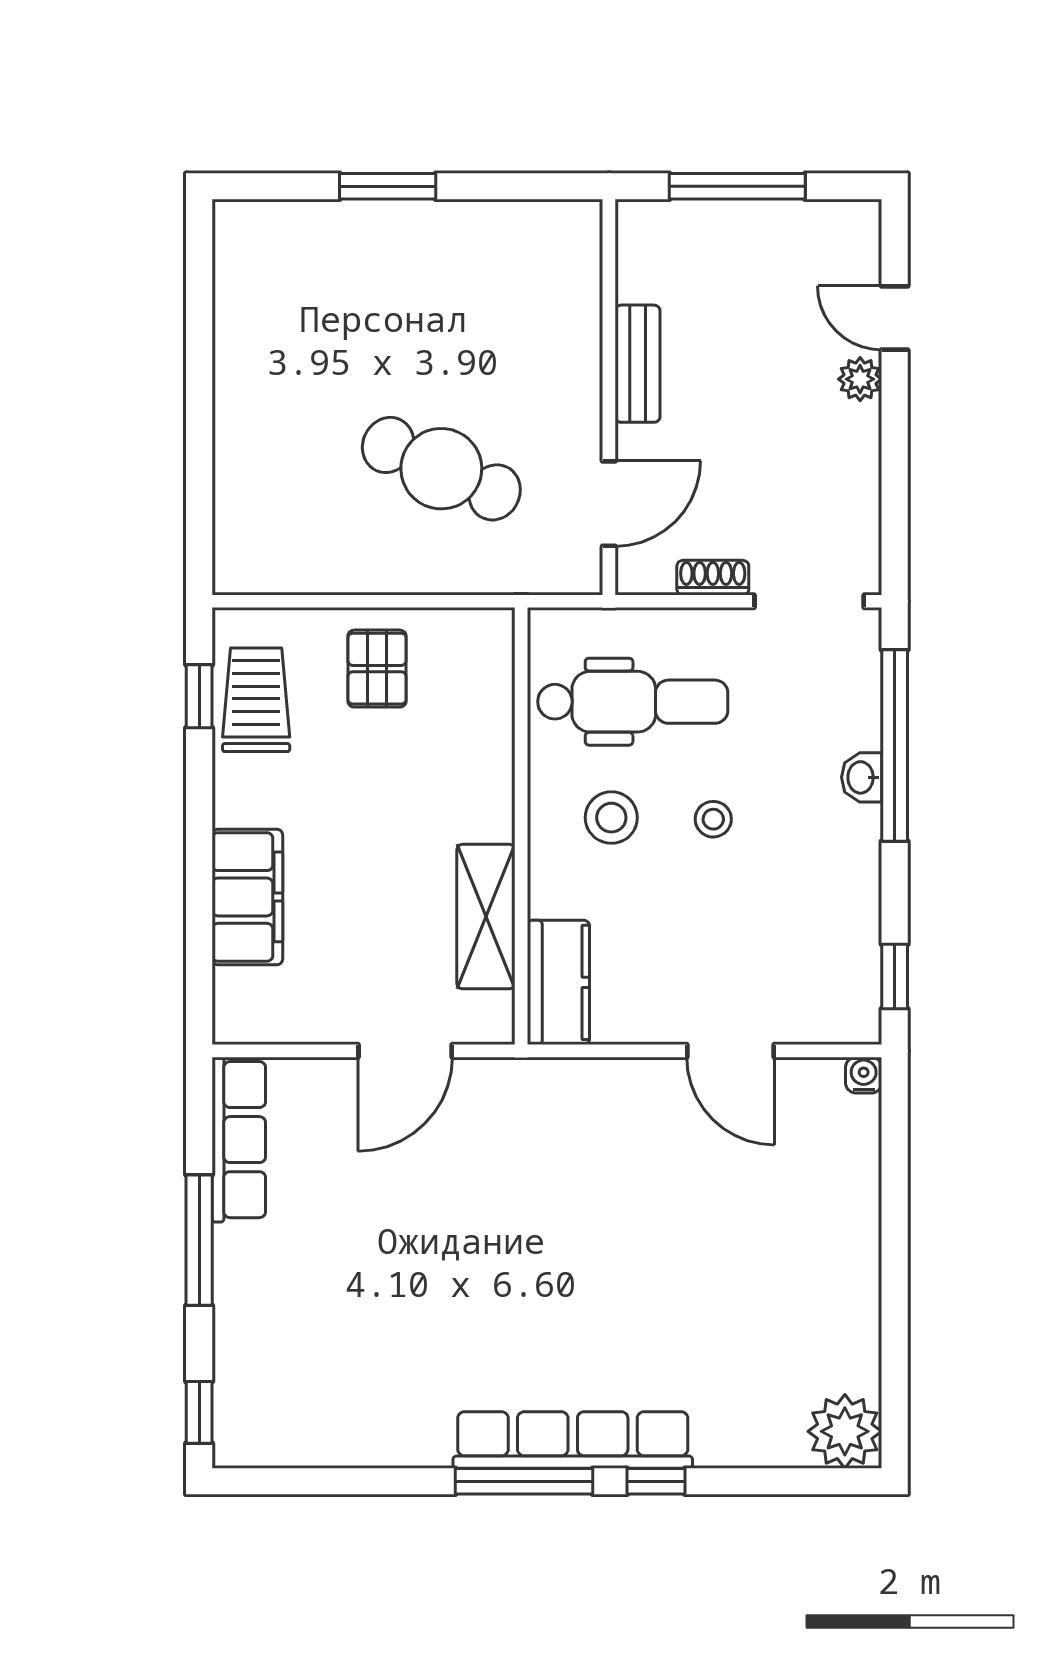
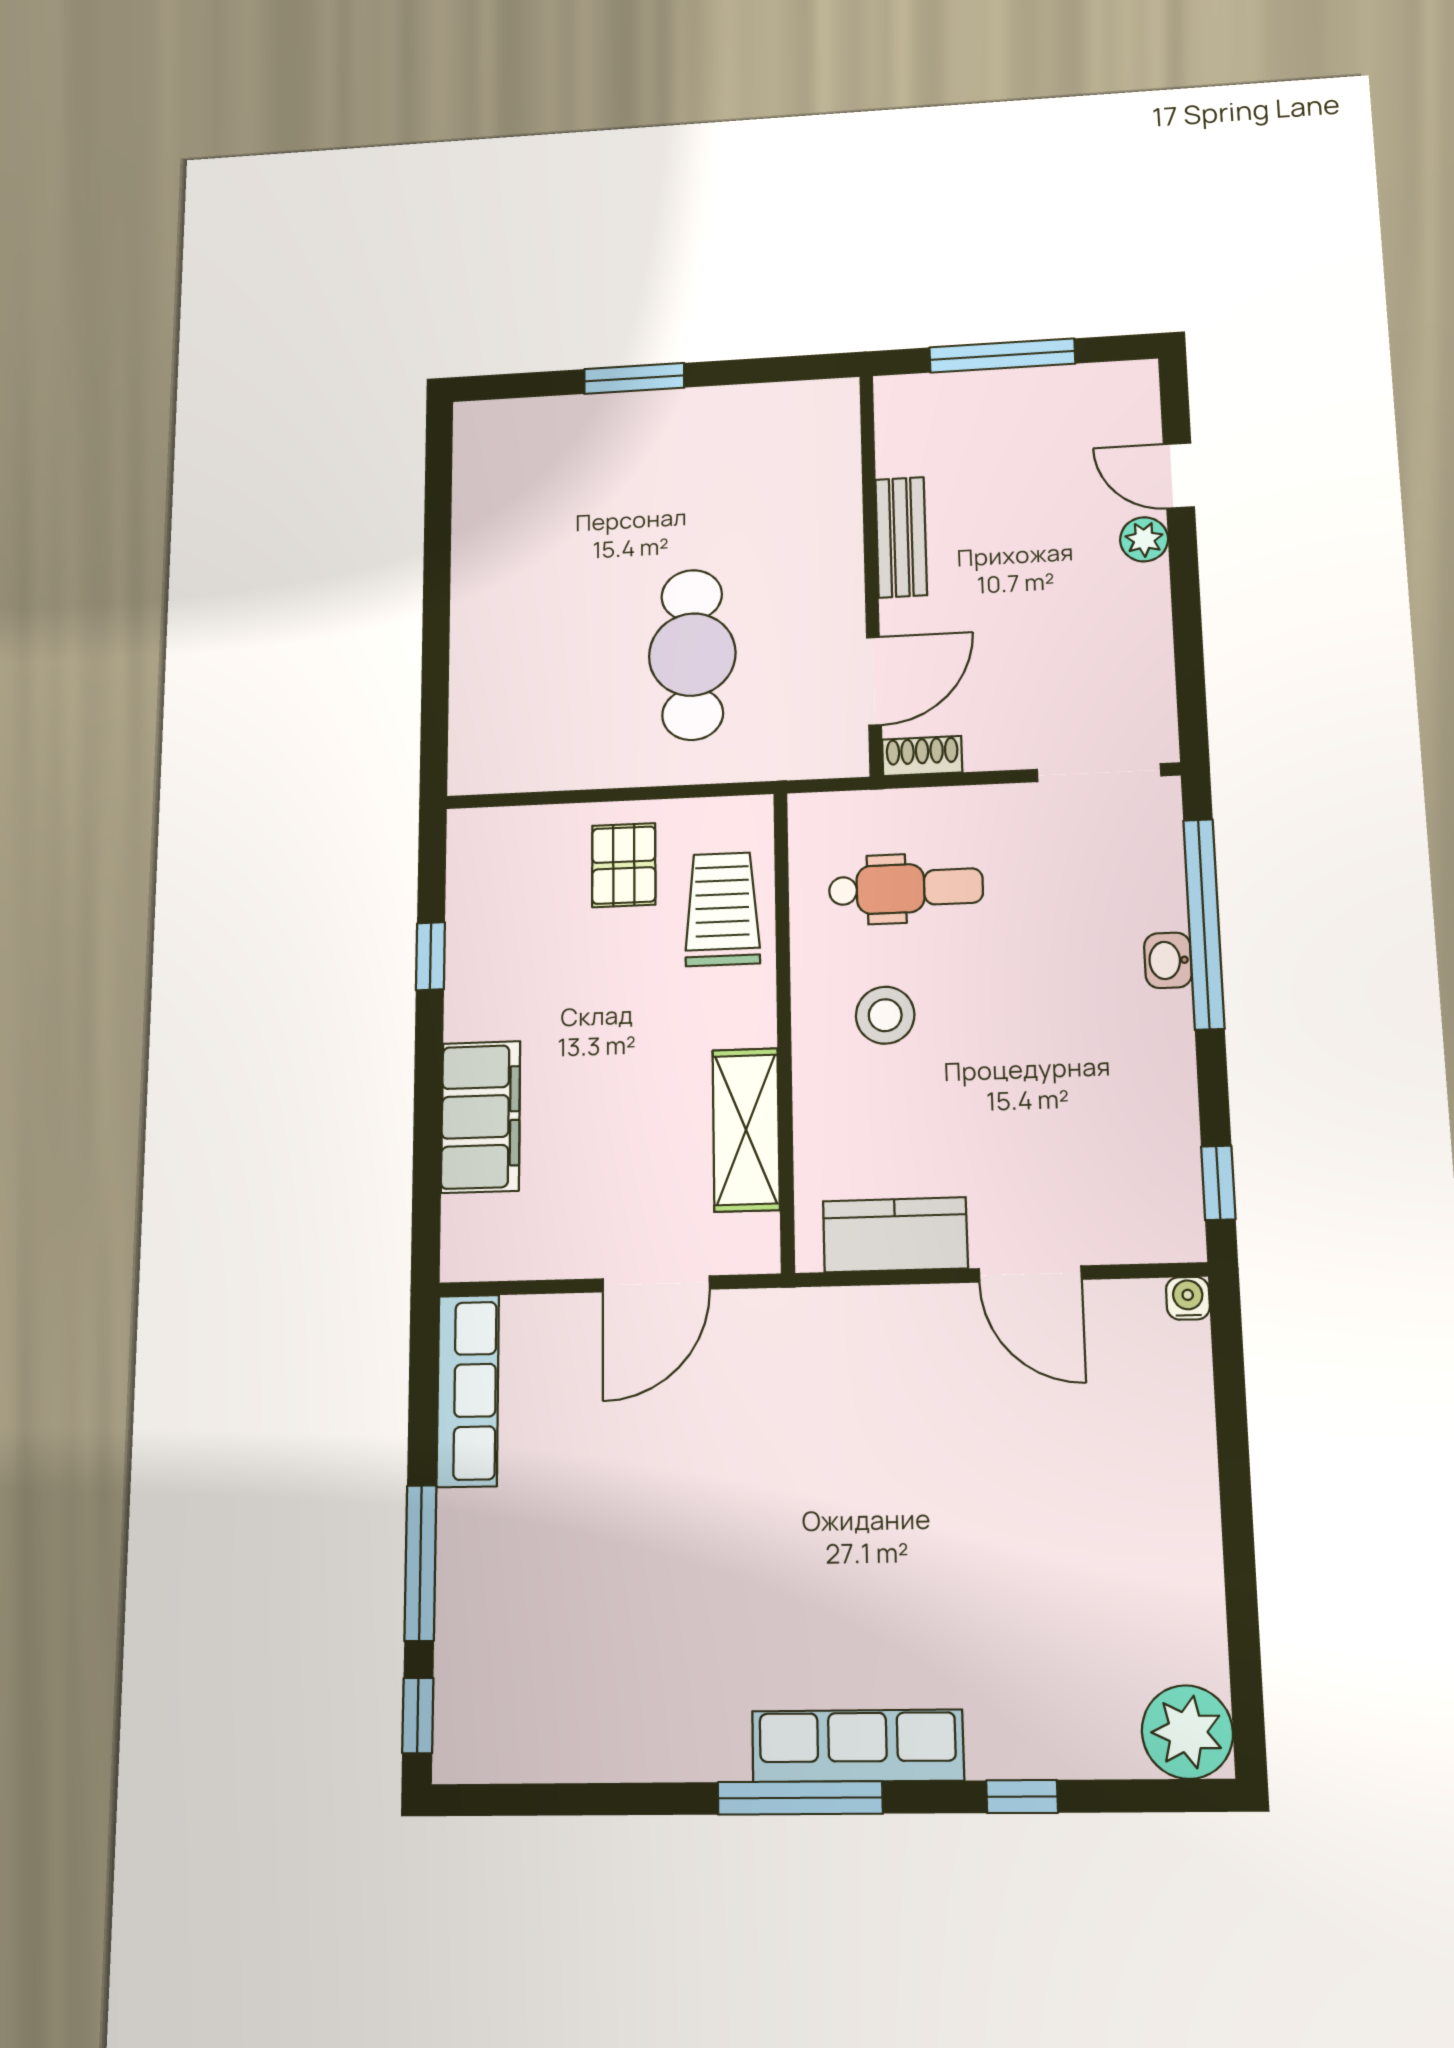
cafe table: (441, 469) -> (692, 655), turned 66
shoe rack: (713, 578) -> (922, 756), moved
window: (199, 696) -> (430, 956), moved
trolley: (256, 700) -> (722, 909), moved
dental chair: (633, 702) -> (906, 888), width x0.73, depth x0.72
stool: (713, 819) -> (1001, 1013), removed
kitchen counter: (558, 982) -> (895, 1235), moved, turned -90
window: (199, 1240) -> (420, 1563), moved
row of seats: (573, 1440) -> (858, 1746), width x0.73
window: (656, 1481) -> (1022, 1797), moved

